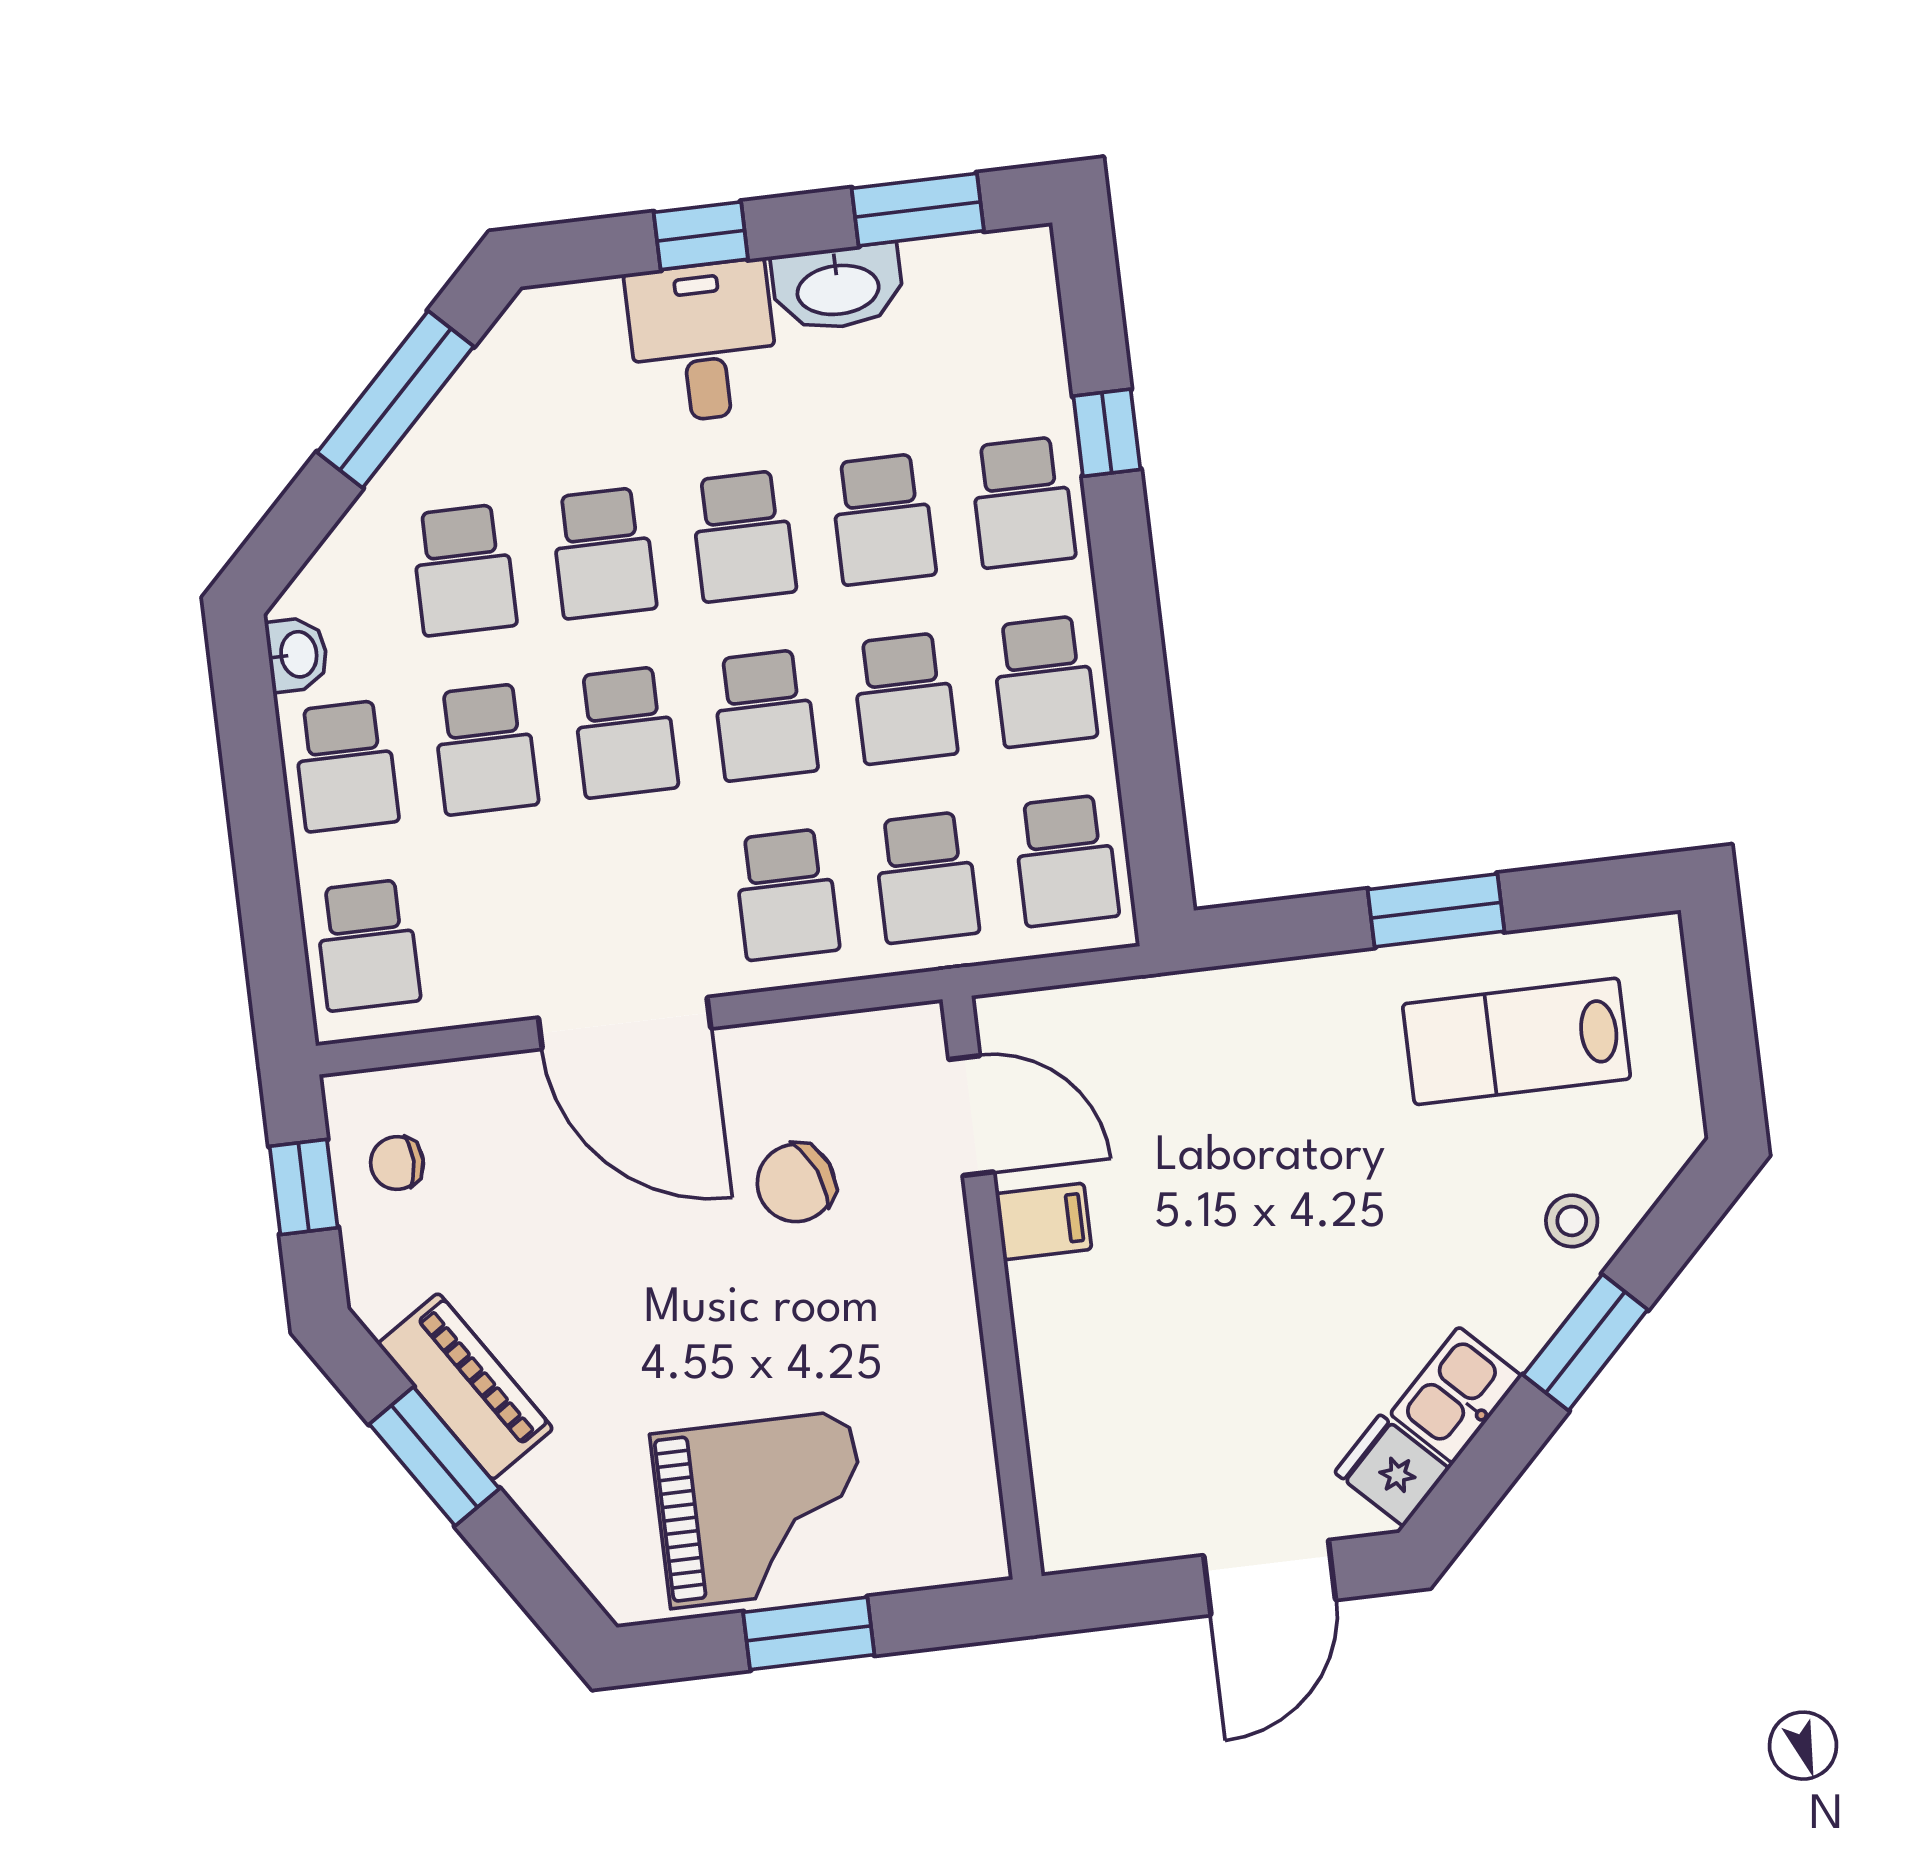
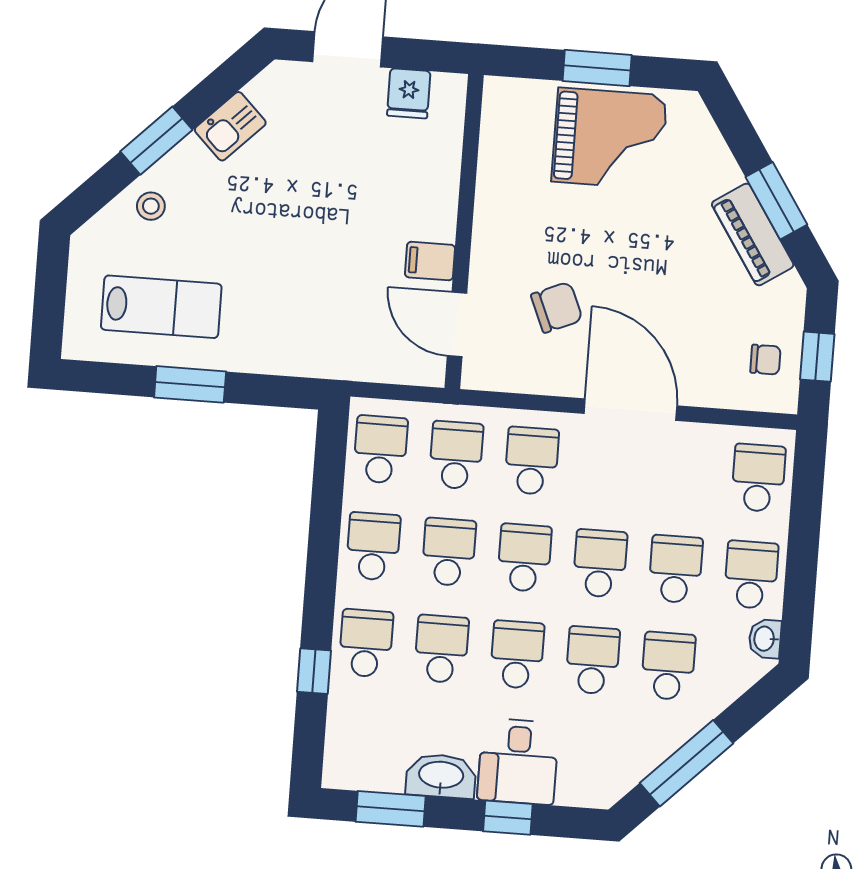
fridge: (1392, 1470) -> (409, 93), moved, turned 45
grand piano: (761, 1509) -> (609, 139), turned 180

